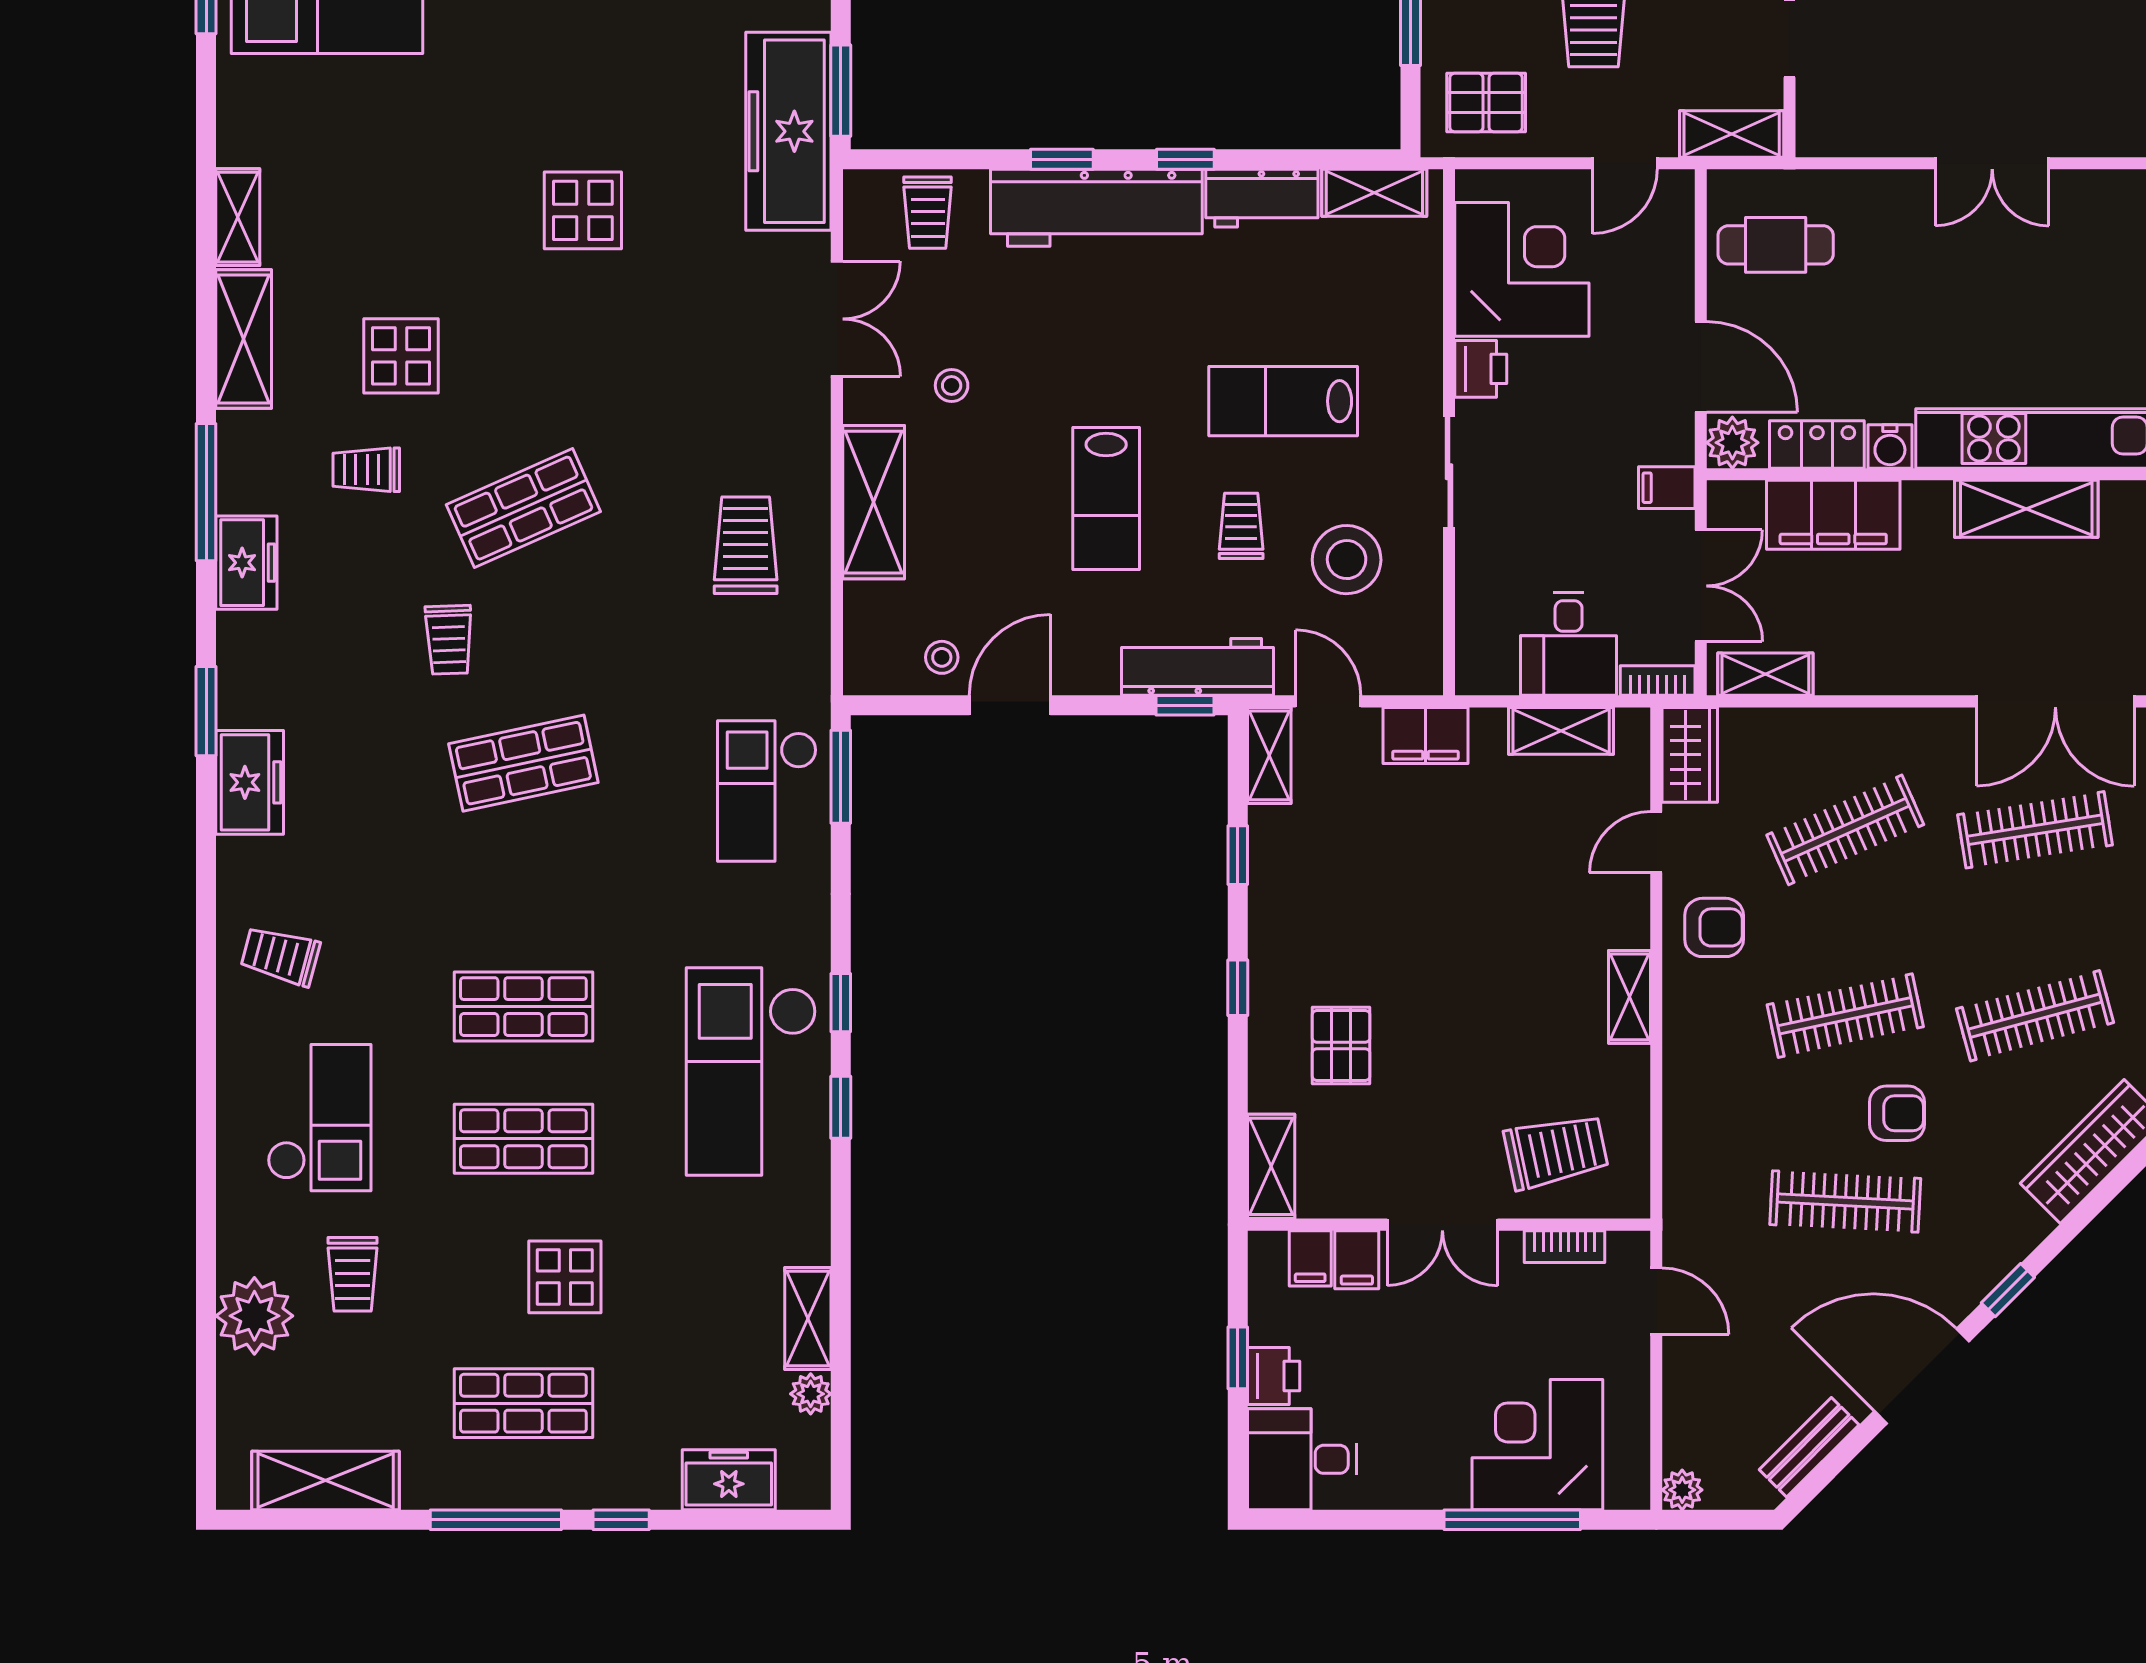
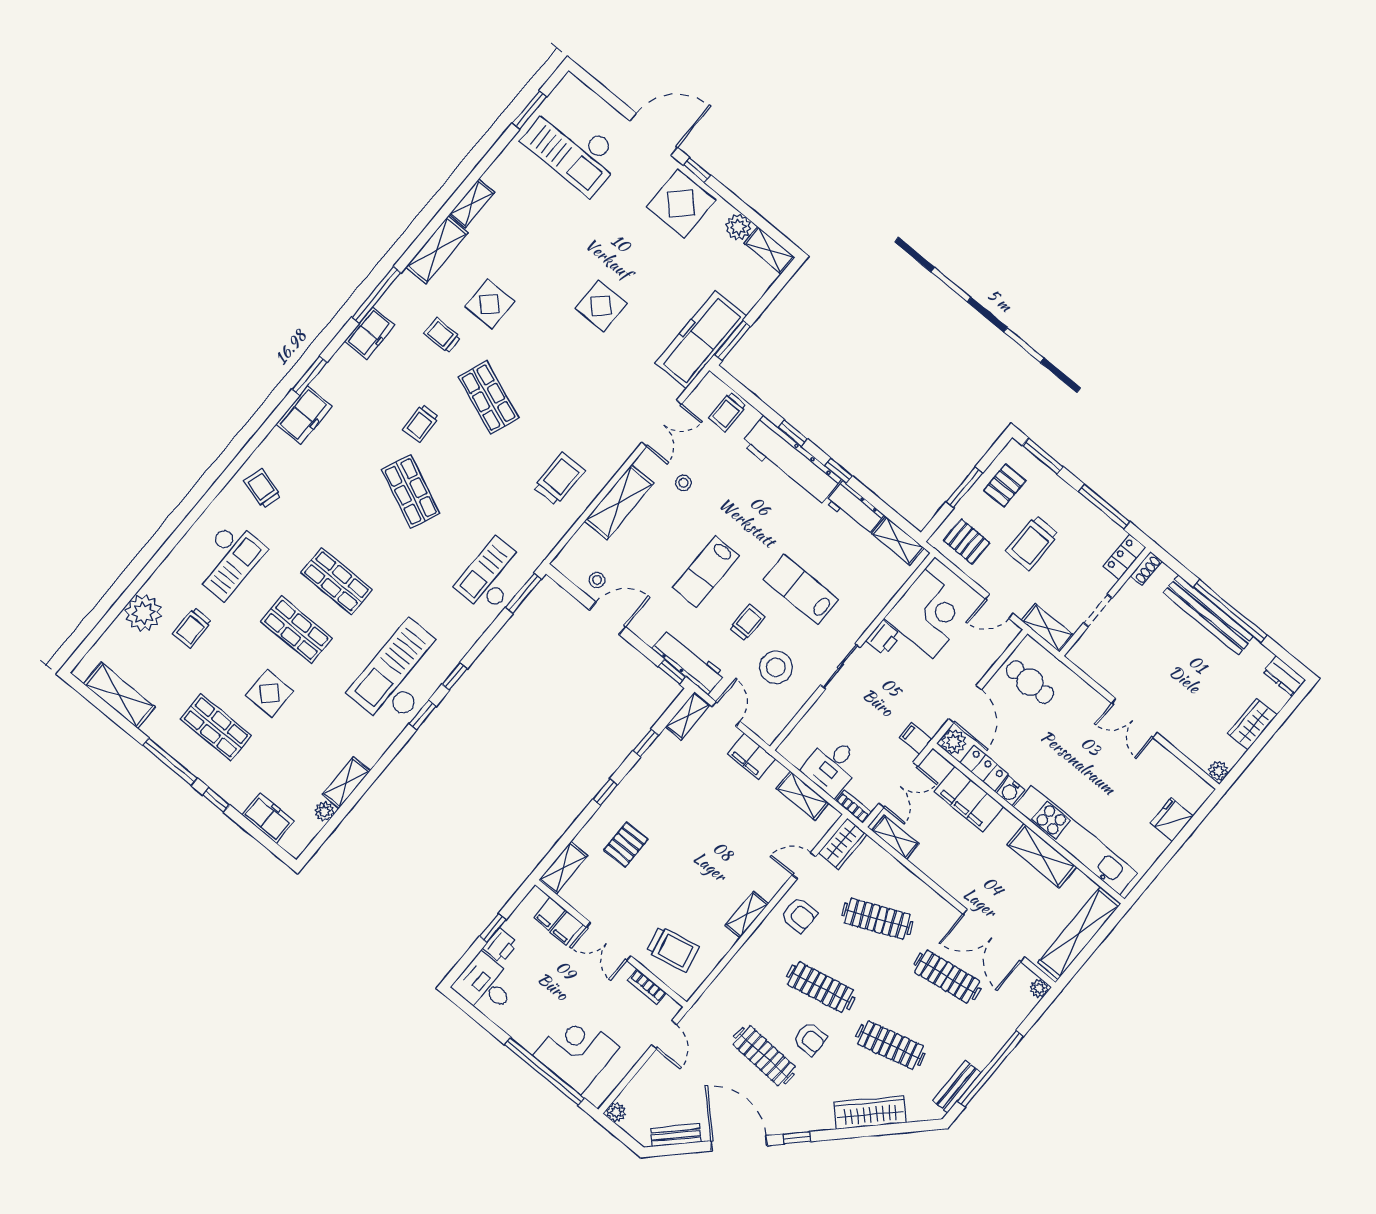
shop shelf: (523, 508) -> (488, 398), turned 45
shop shelf: (523, 763) -> (411, 491), turned 36
window: (1512, 1520) -> (544, 1071), width x1.46

